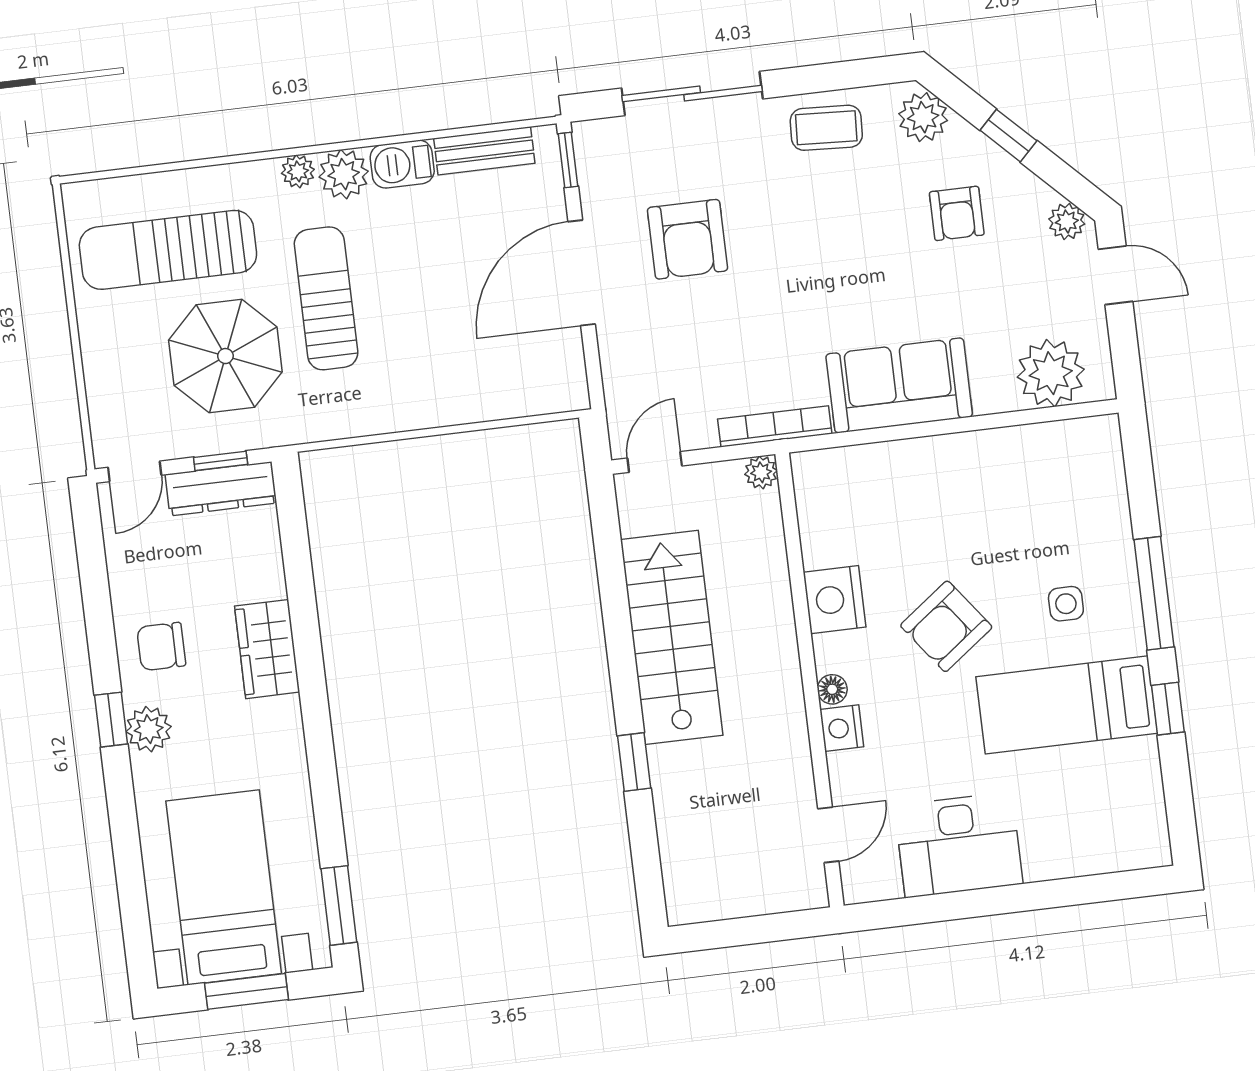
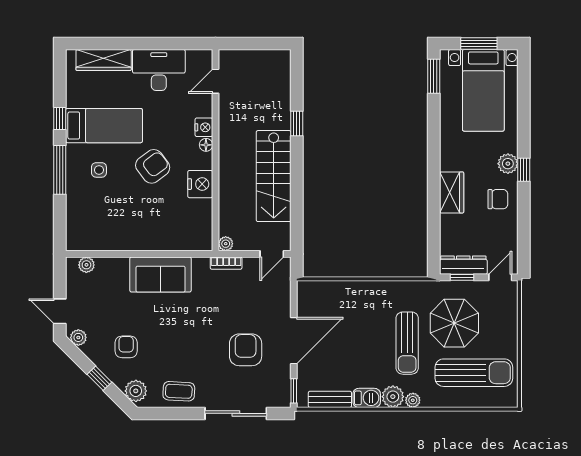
plant: (1051, 373) -> (86, 265), width x0.53, depth x0.53
bookcase: (775, 426) -> (226, 263), width x0.64
wardrobe: (1086, 852) -> (104, 60), added

